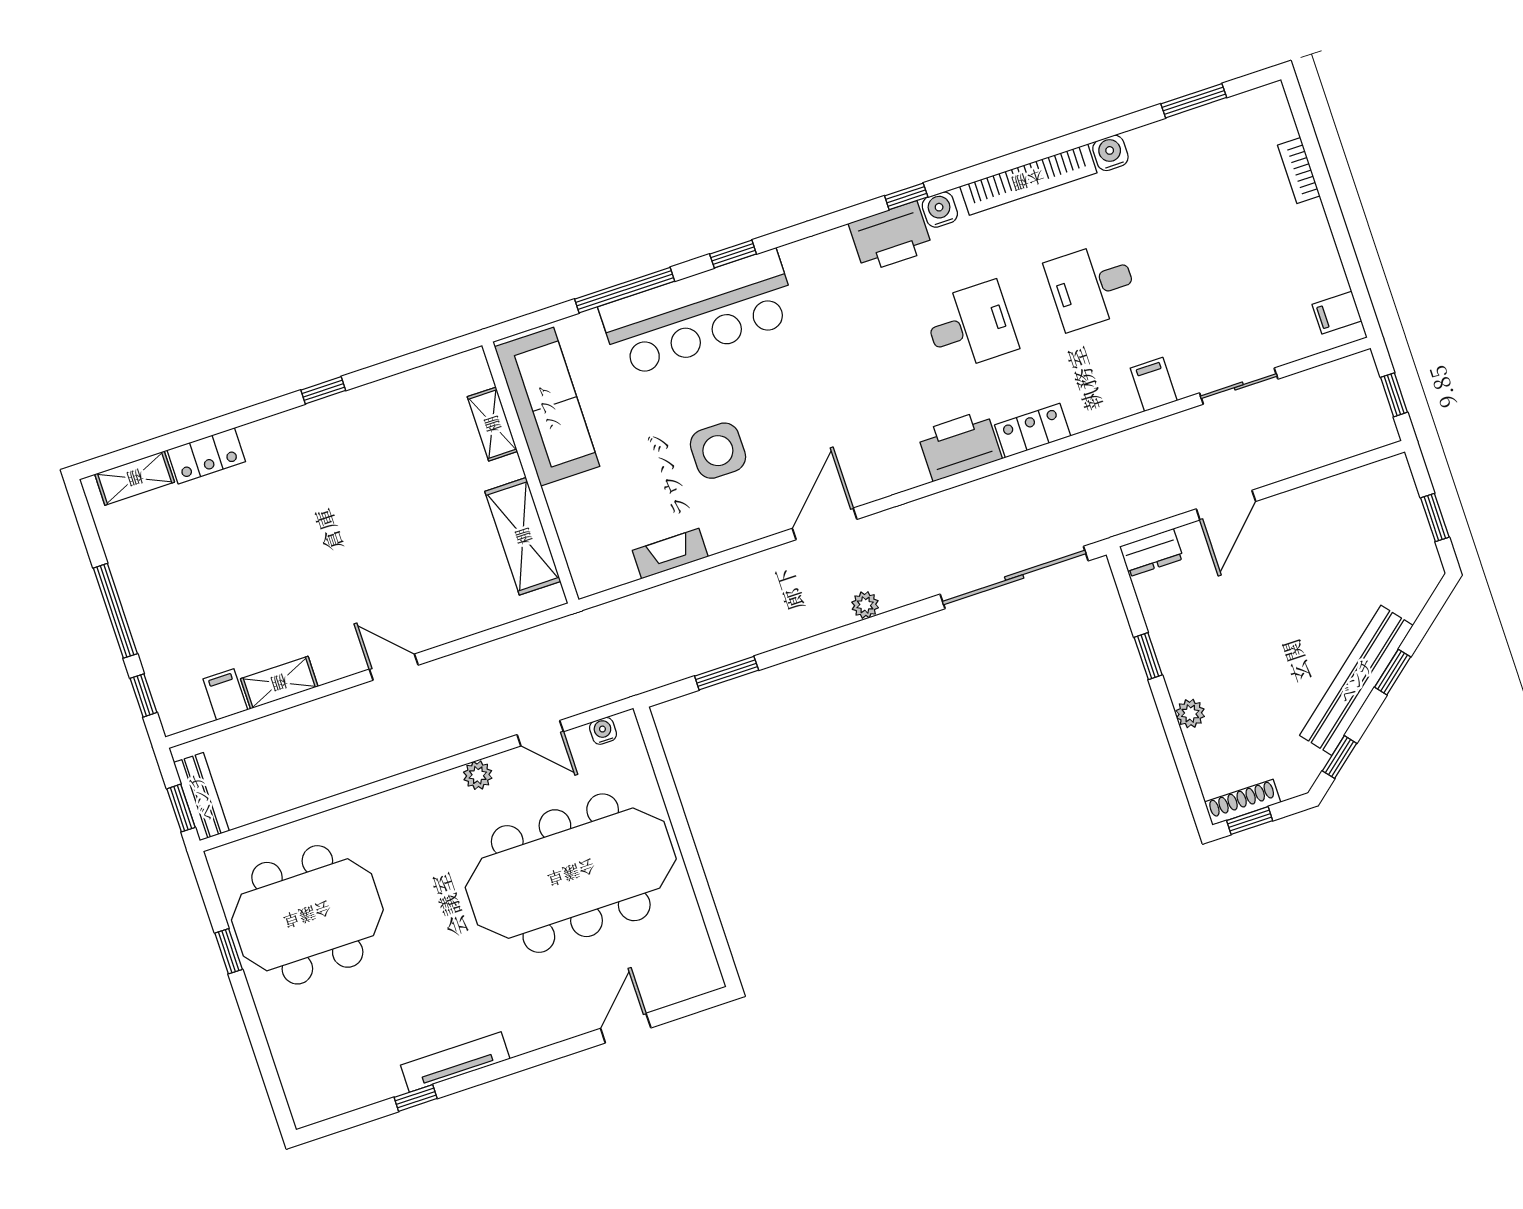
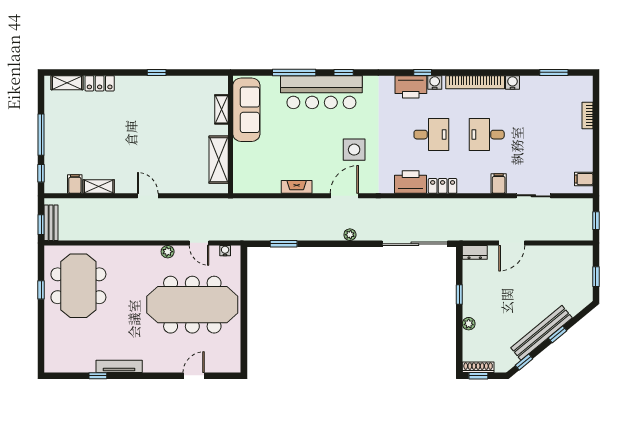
side table: (718, 451) -> (354, 150), moved
fireplace: (670, 554) -> (297, 187), moved
meeting table: (307, 915) -> (78, 286), turned 90

